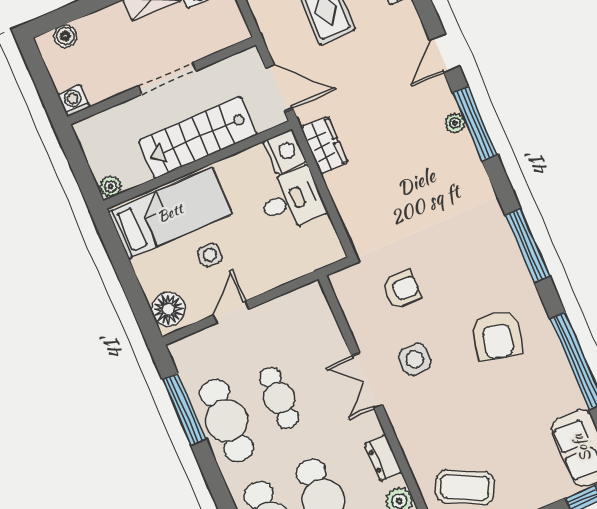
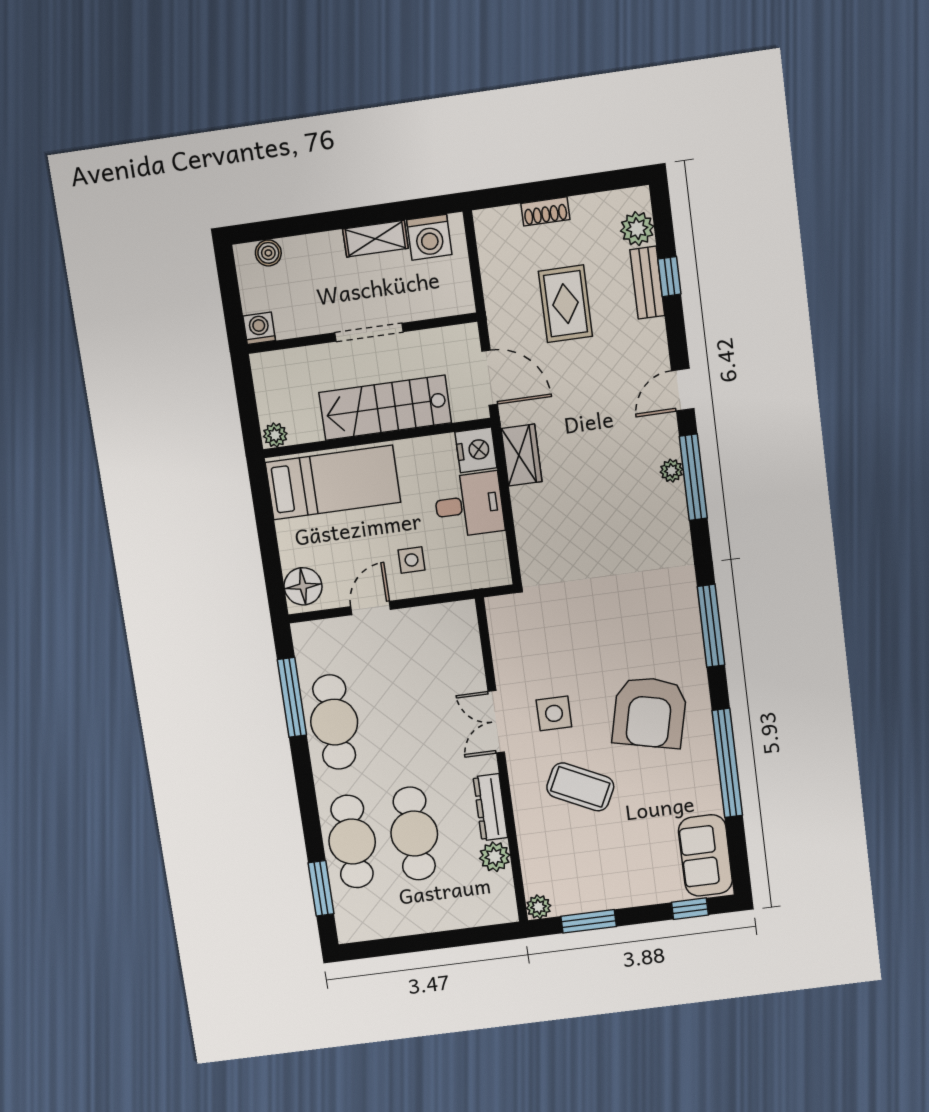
side table: (210, 255) -> (412, 560), moved
armchair: (401, 290) -> (561, 635), removed
armchair: (497, 335) -> (649, 712), width x1.36, depth x1.36
cafe table: (279, 398) -> (397, 714), removed
dresser: (383, 458) -> (490, 807), width x1.44
coffee table: (465, 487) -> (580, 787), moved

